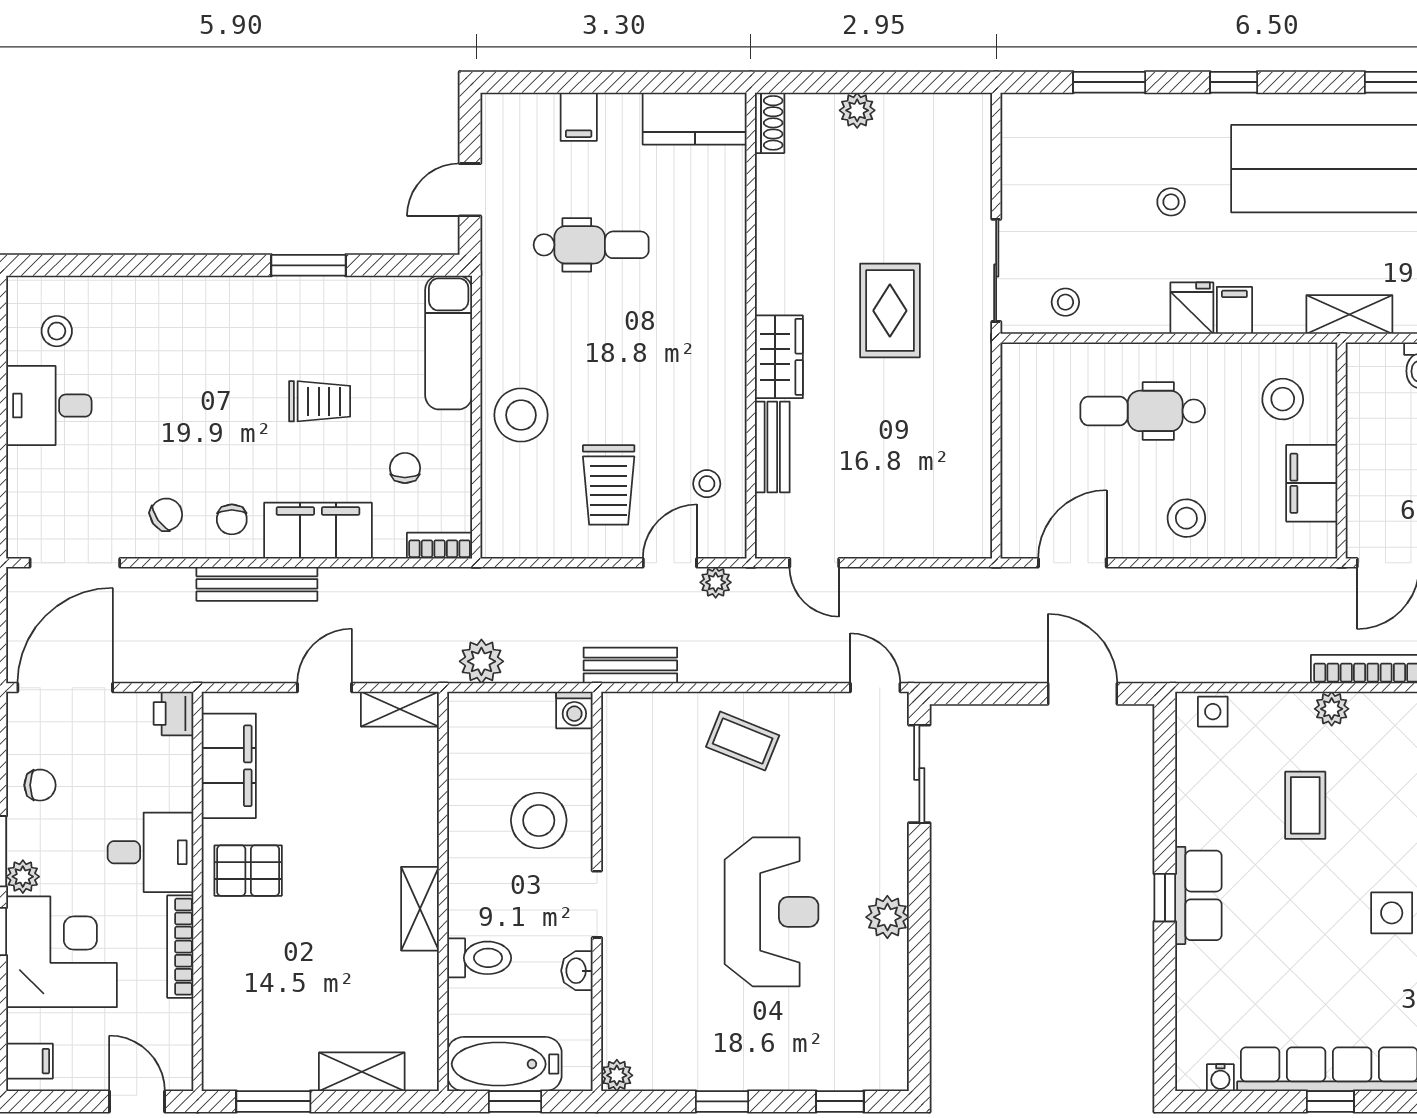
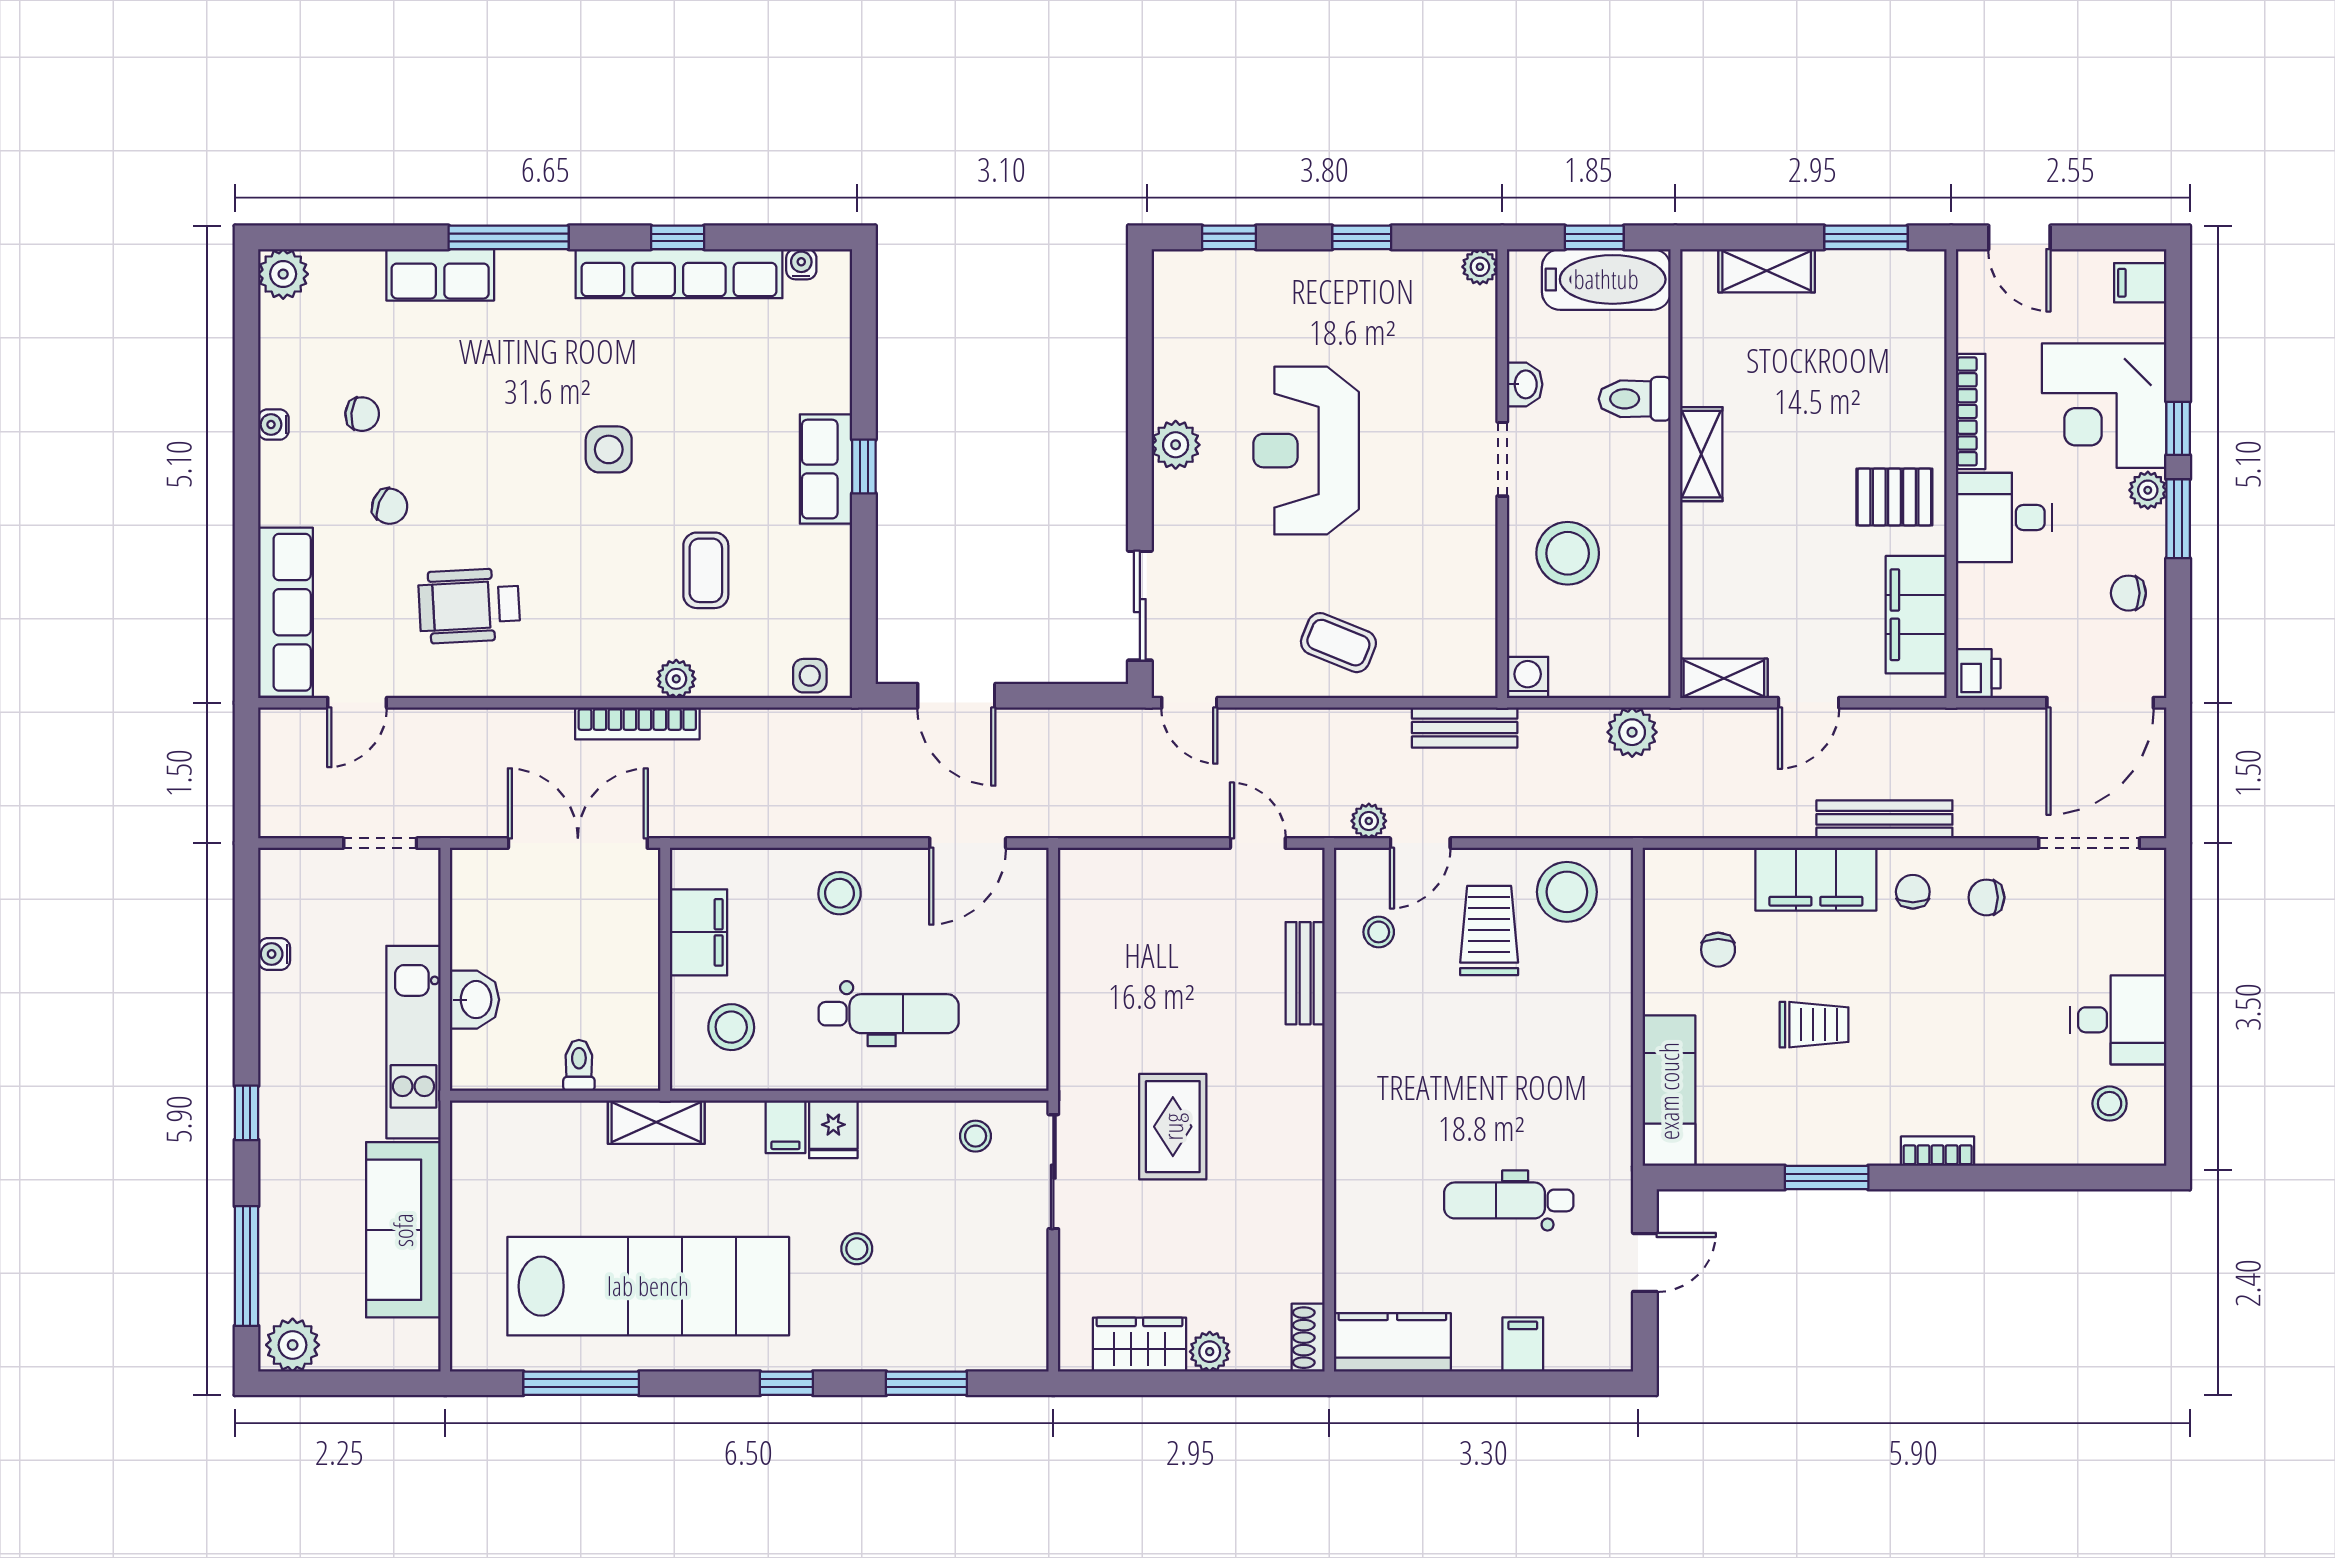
wardrobe: (779, 357) -> (1139, 1345), moved, turned 90
trolley: (320, 401) -> (1814, 1025), turned 180
stool: (521, 415) -> (1567, 892), moved
chair: (166, 514) -> (1986, 897), turned 35
bookcase: (440, 546) -> (1938, 1151), moved, turned 180

